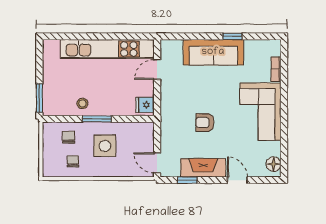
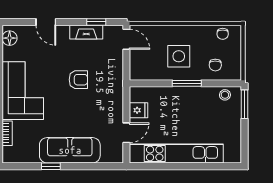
stool: (82, 103) -> (225, 95), moved
fridge: (145, 105) -> (139, 110), moved
chair: (73, 161) -> (223, 34), moved
fireplace: (203, 168) -> (86, 32), width x0.73, depth x0.76

